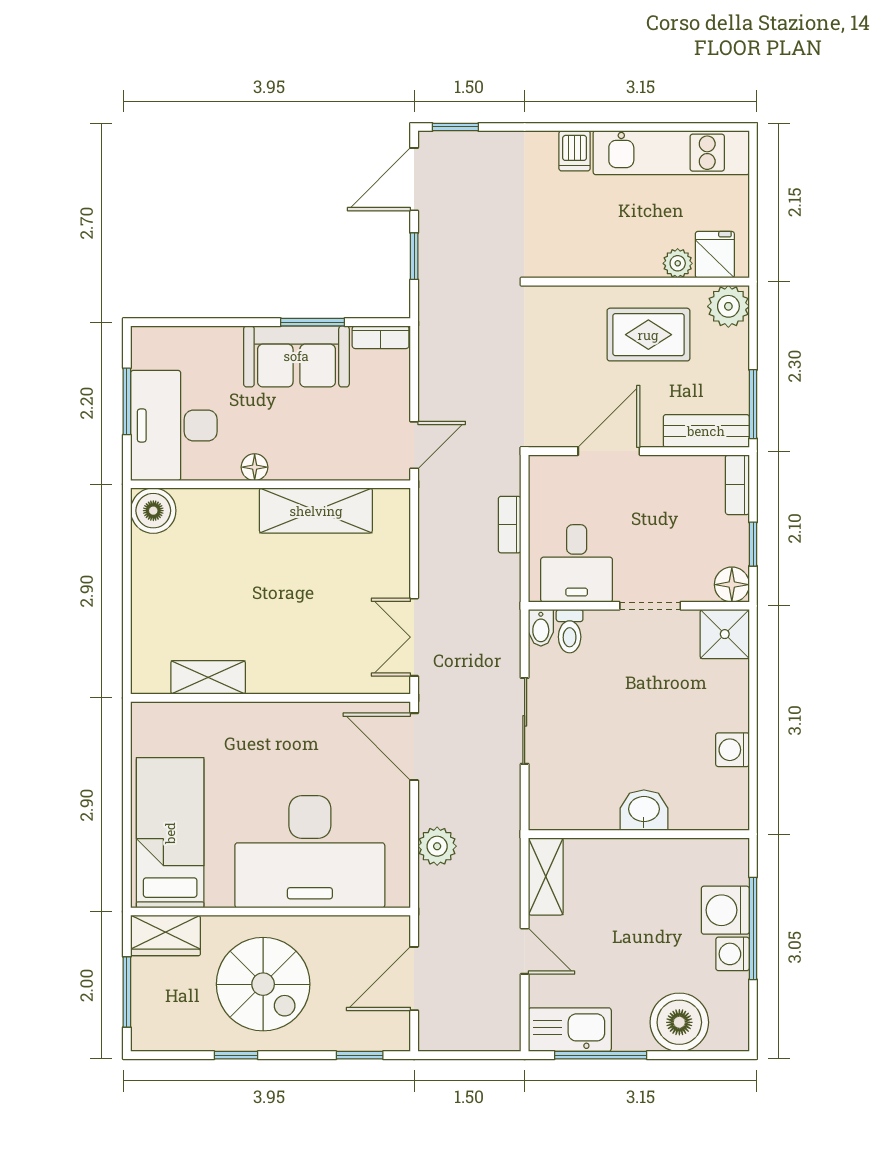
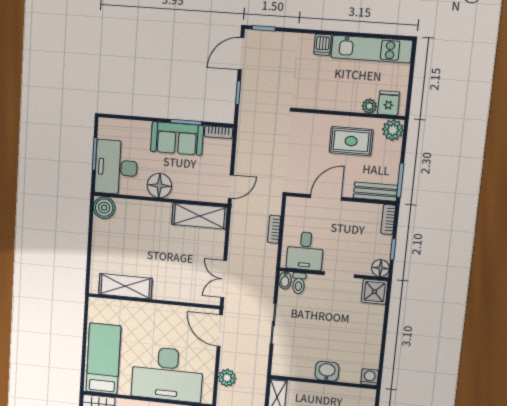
floor lamp: (255, 467) -> (159, 186), width x1.89, depth x1.89
shelving: (316, 511) -> (199, 216), moved
shelving: (208, 677) -> (125, 286), width x1.50, depth x1.33
washing machine: (732, 750) -> (370, 377), moved, turned 90

